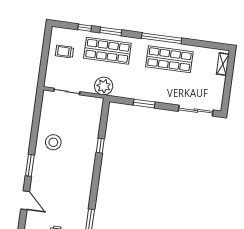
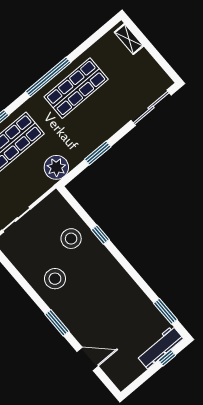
plant: (104, 86) -> (56, 167), moved
stool: (84, 131) -> (71, 239), added

